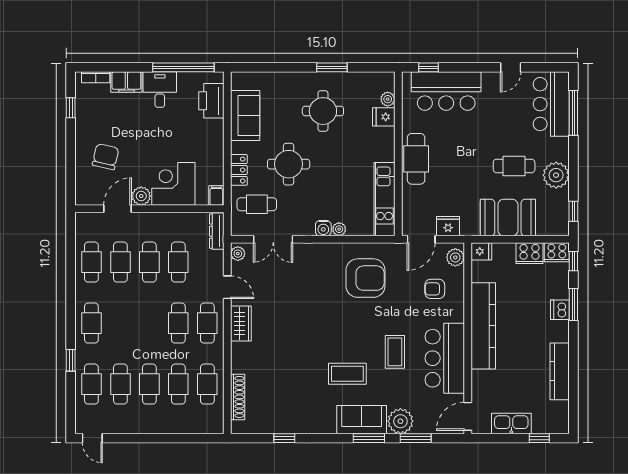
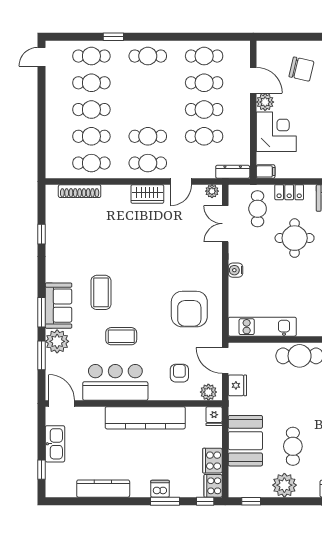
plant: (339, 229) -> (235, 285), removed

